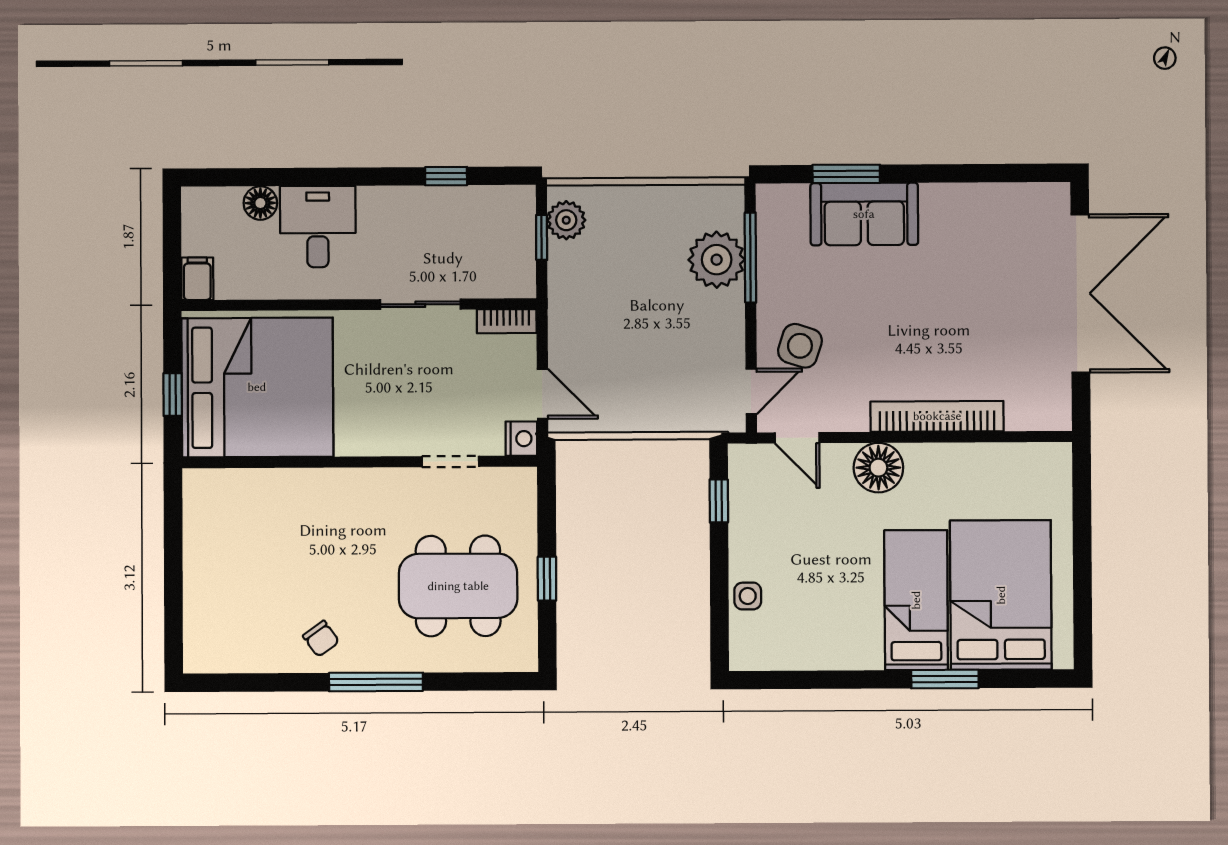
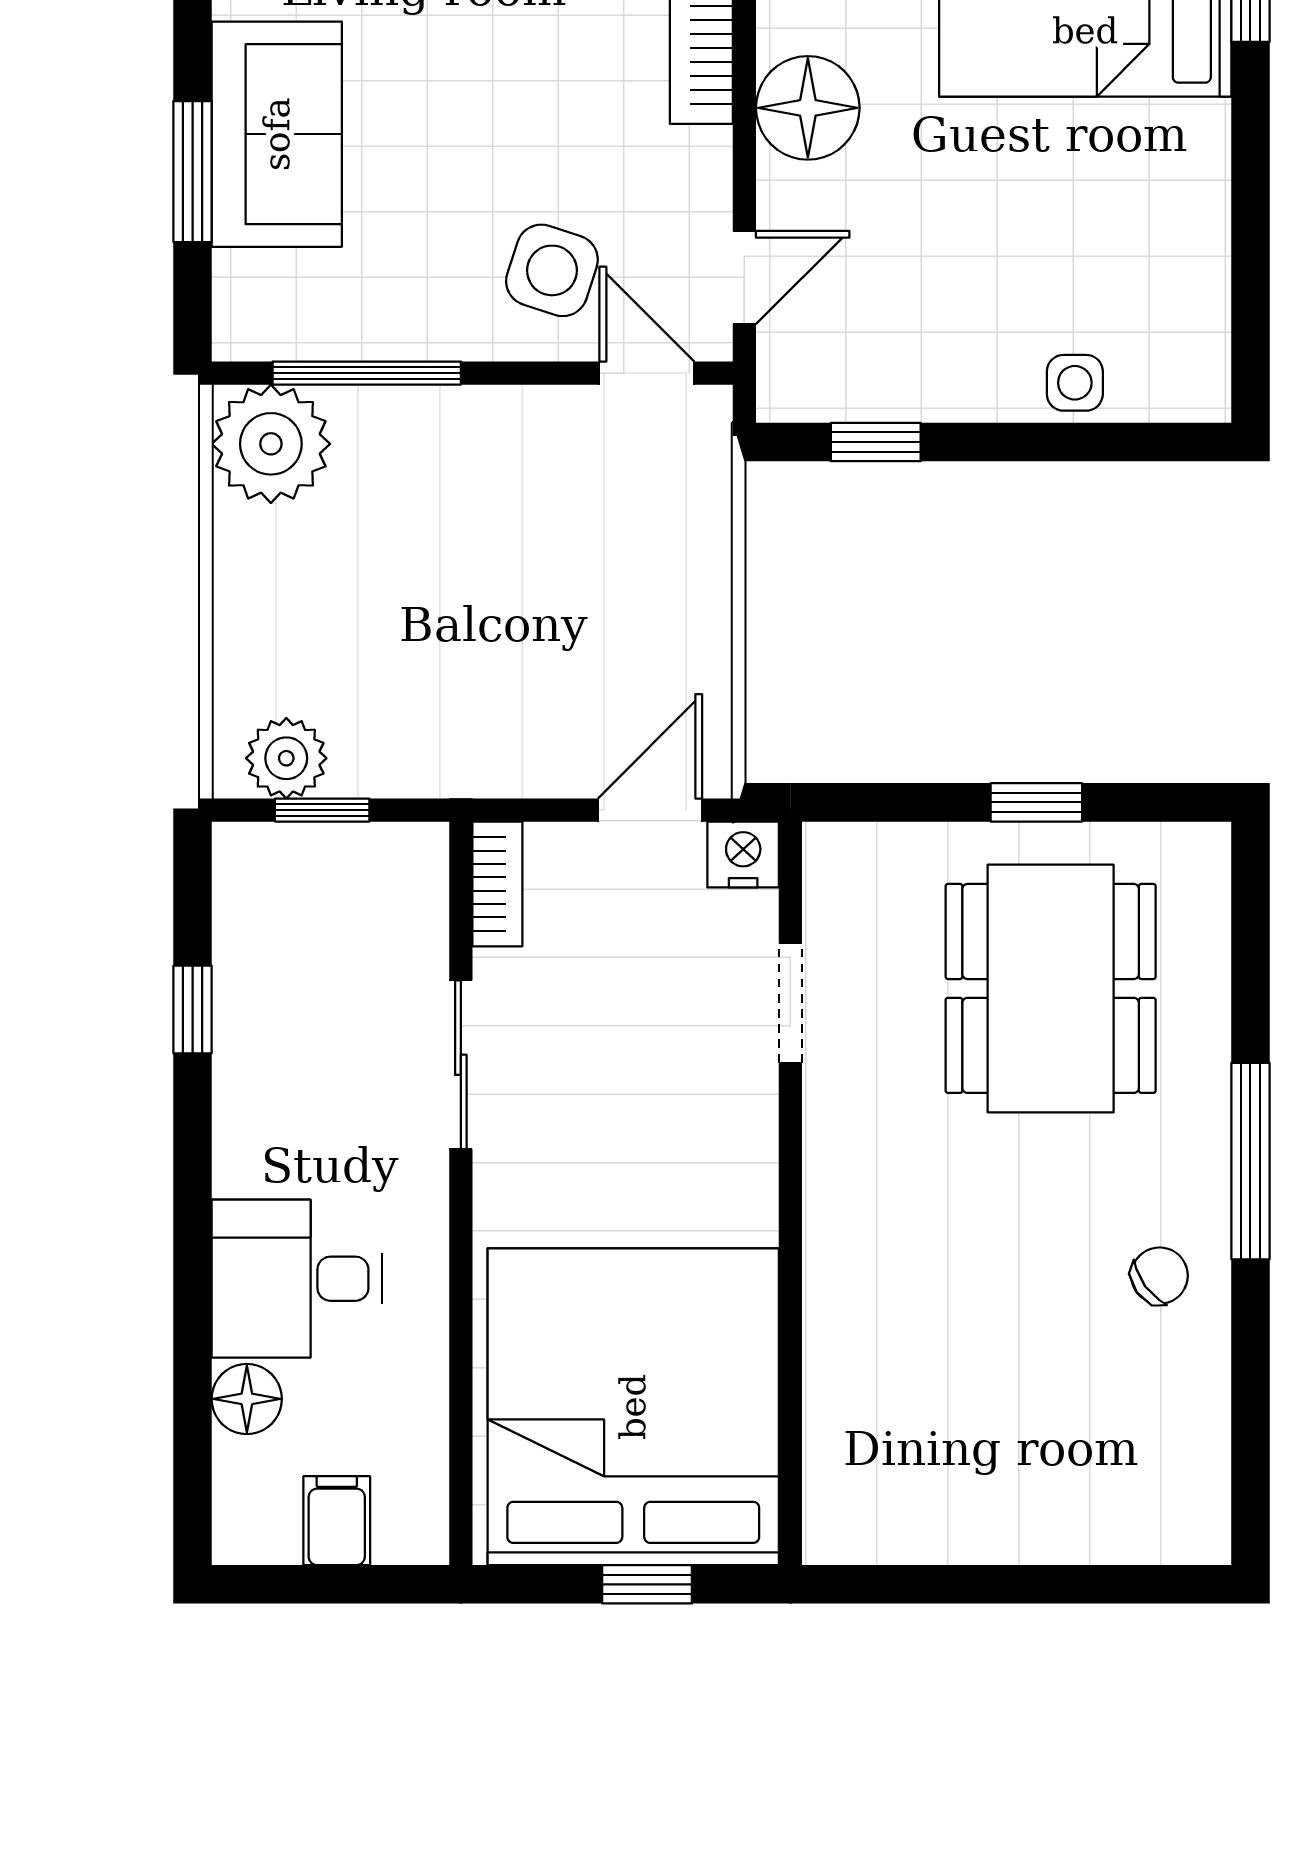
plant: (717, 260) -> (271, 444), moved
filing cabinet: (197, 279) -> (337, 1521), moved, turned 90

